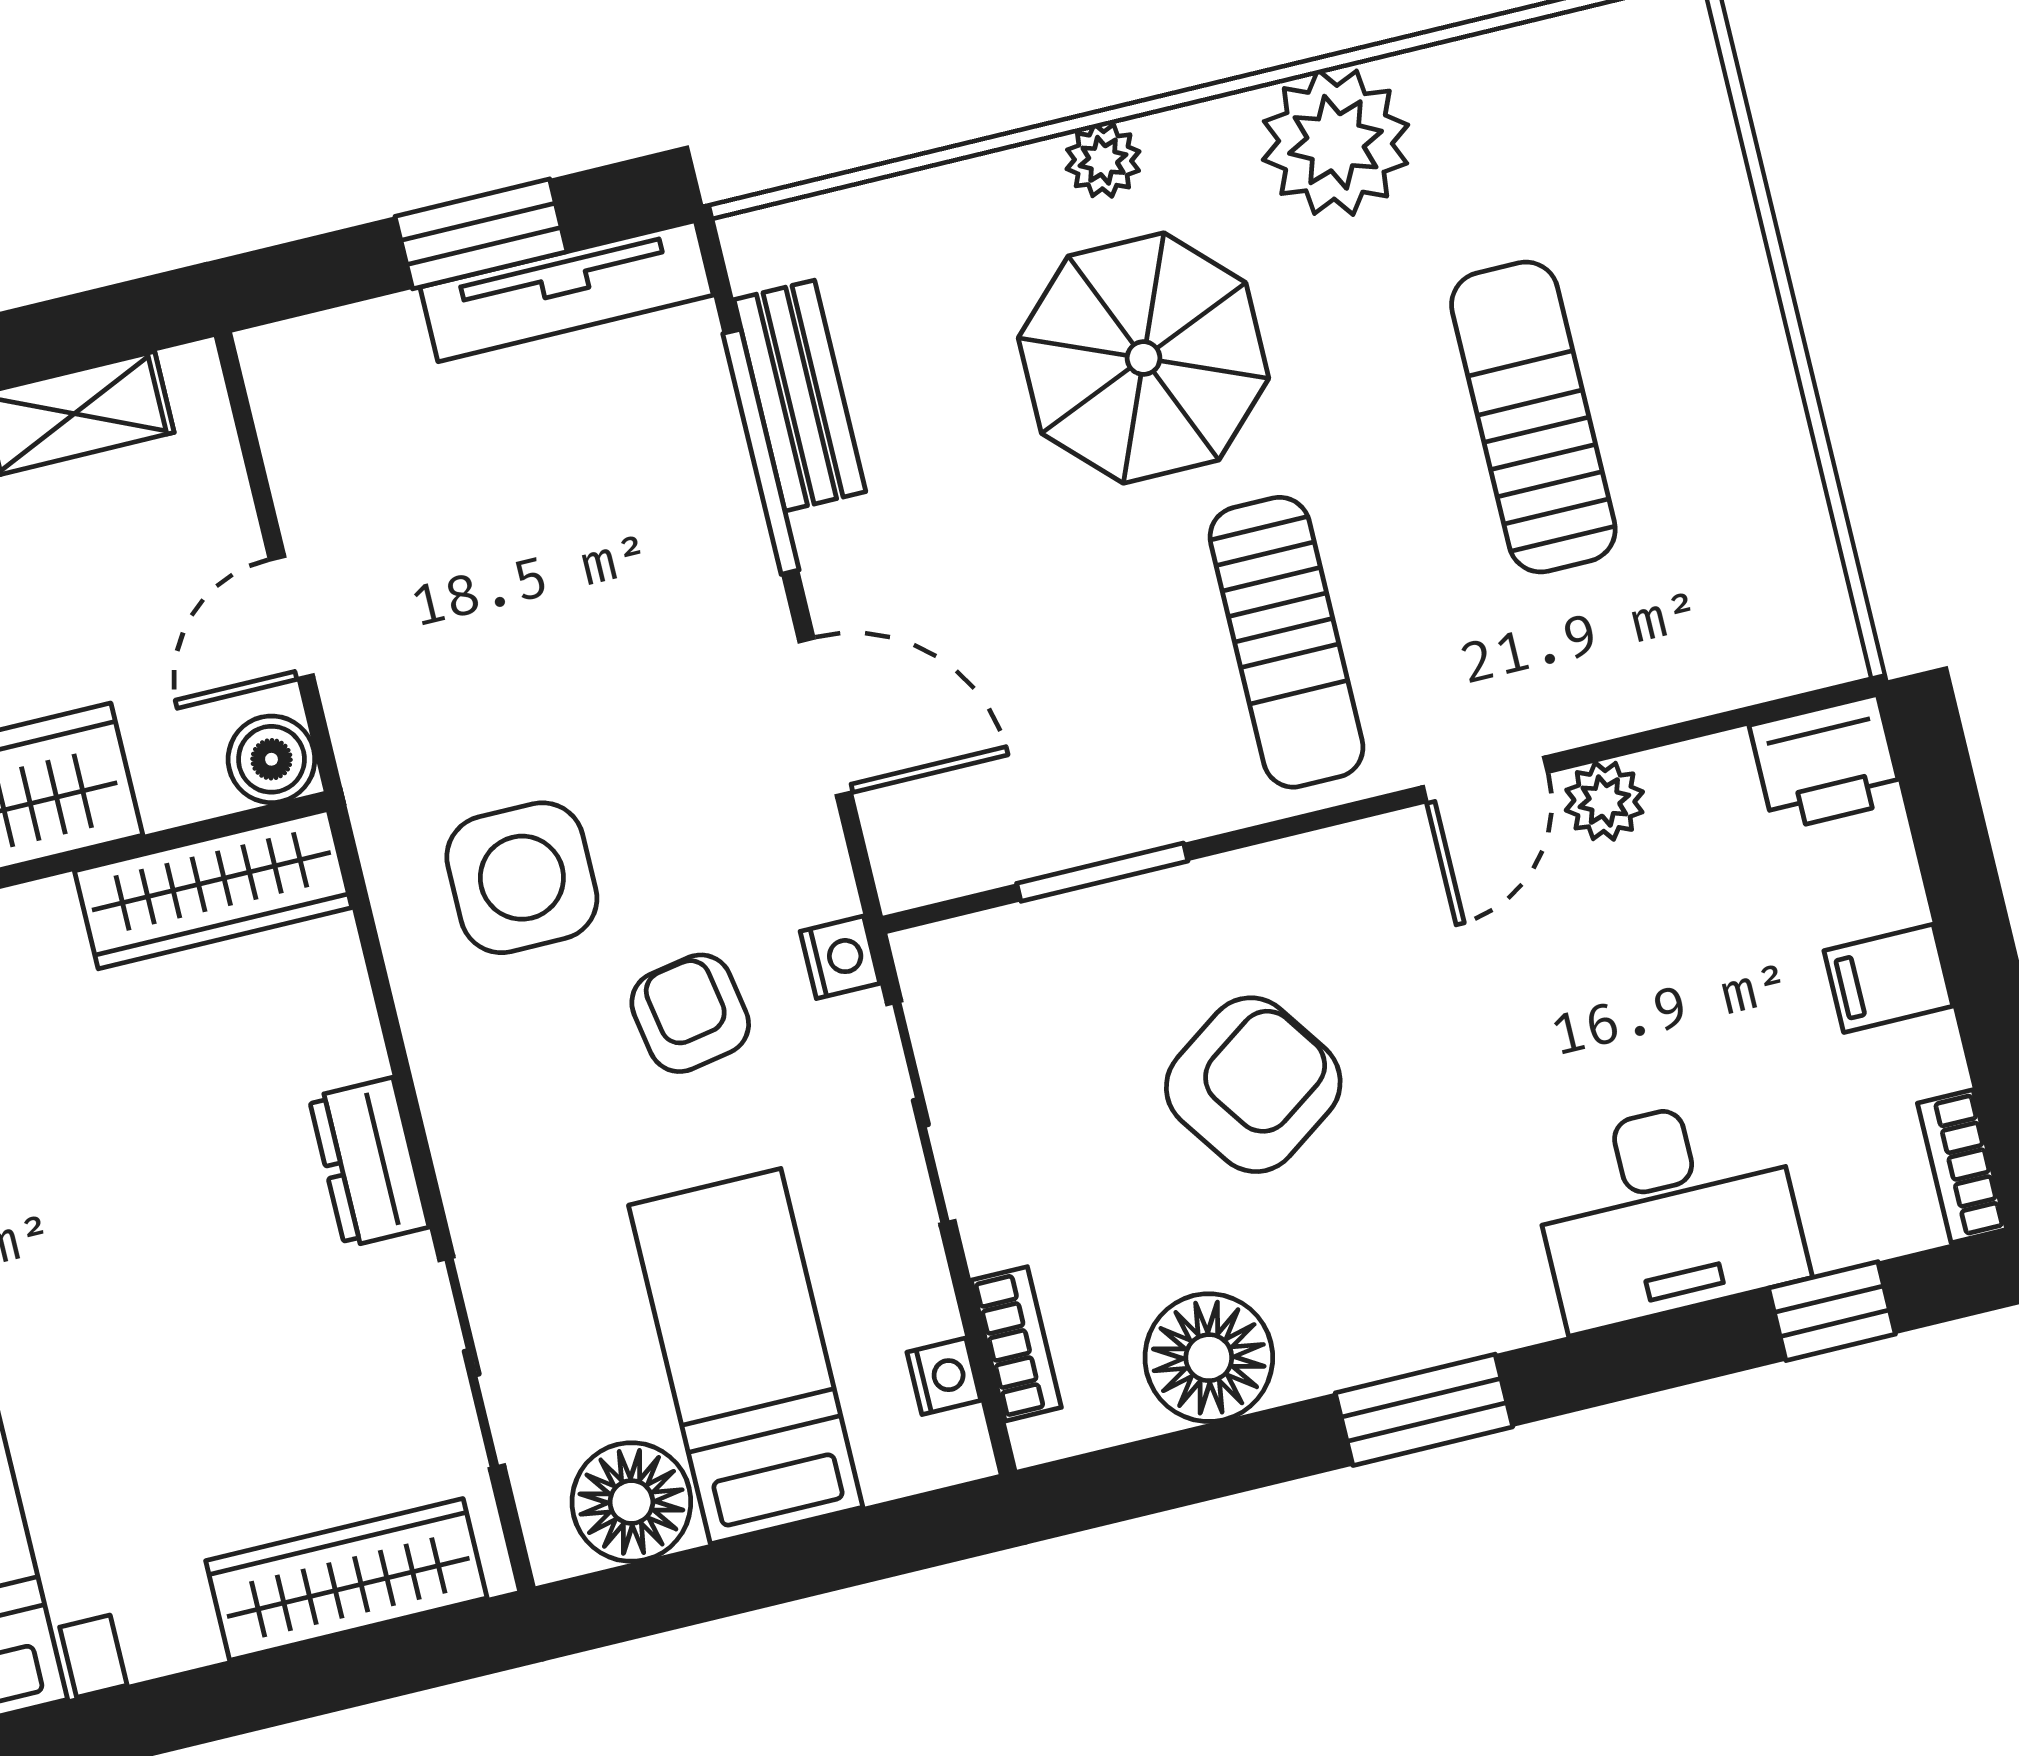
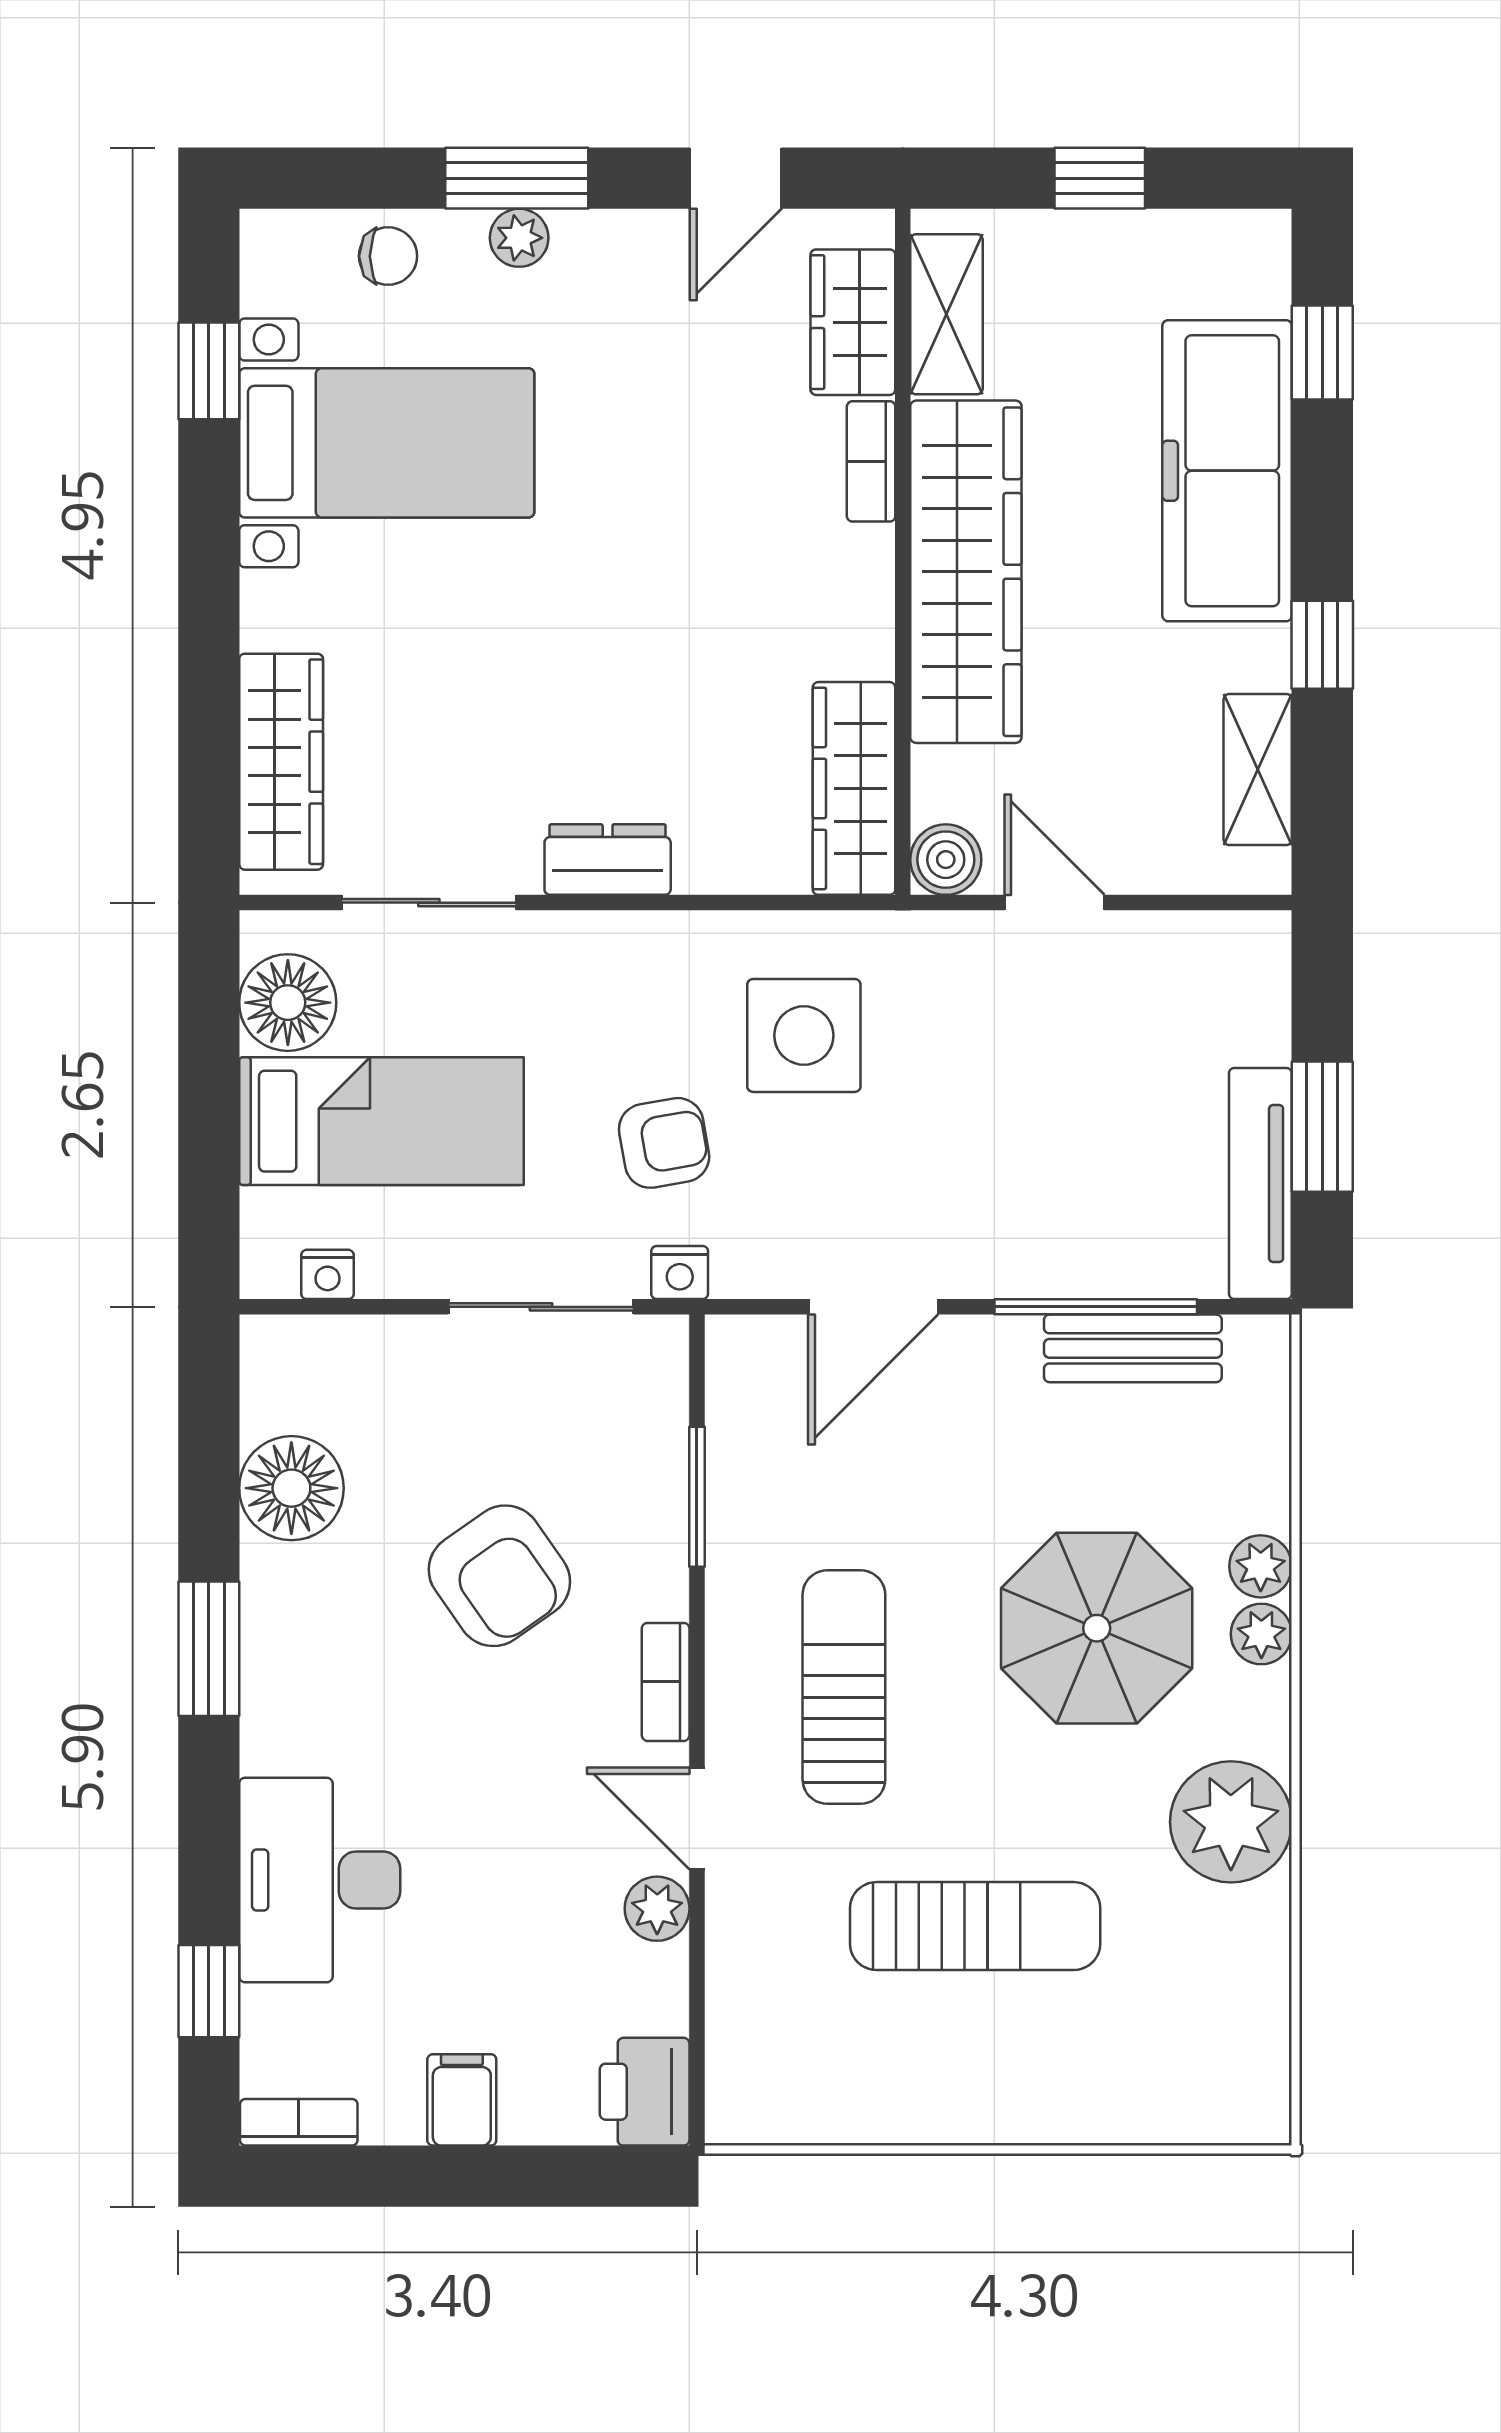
plant: (1023, 181) -> (1261, 1566), added
sun lounger: (1286, 642) -> (844, 1687), turned 90
bookcase: (1016, 1344) -> (666, 1682), moved, turned 90

